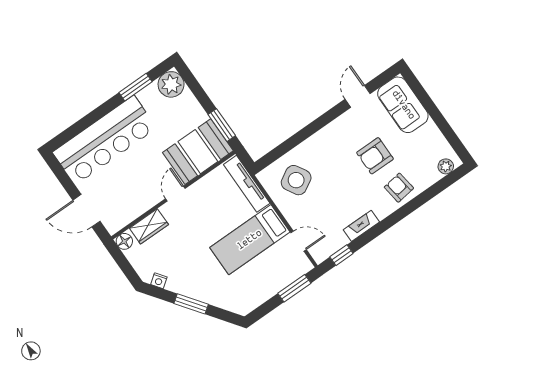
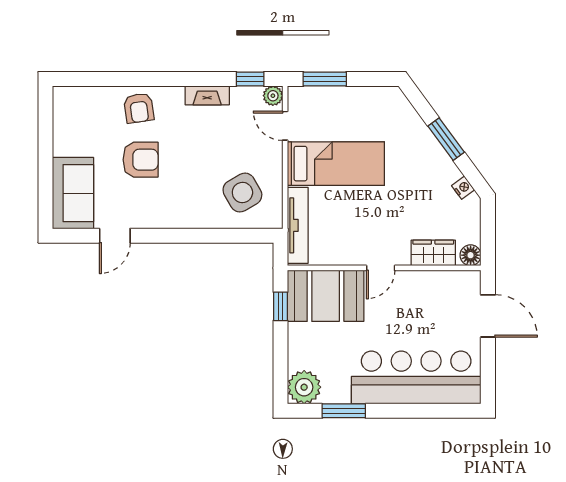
window: (222, 125) -> (280, 306), width x0.67
plant: (446, 166) -> (273, 96), moved

